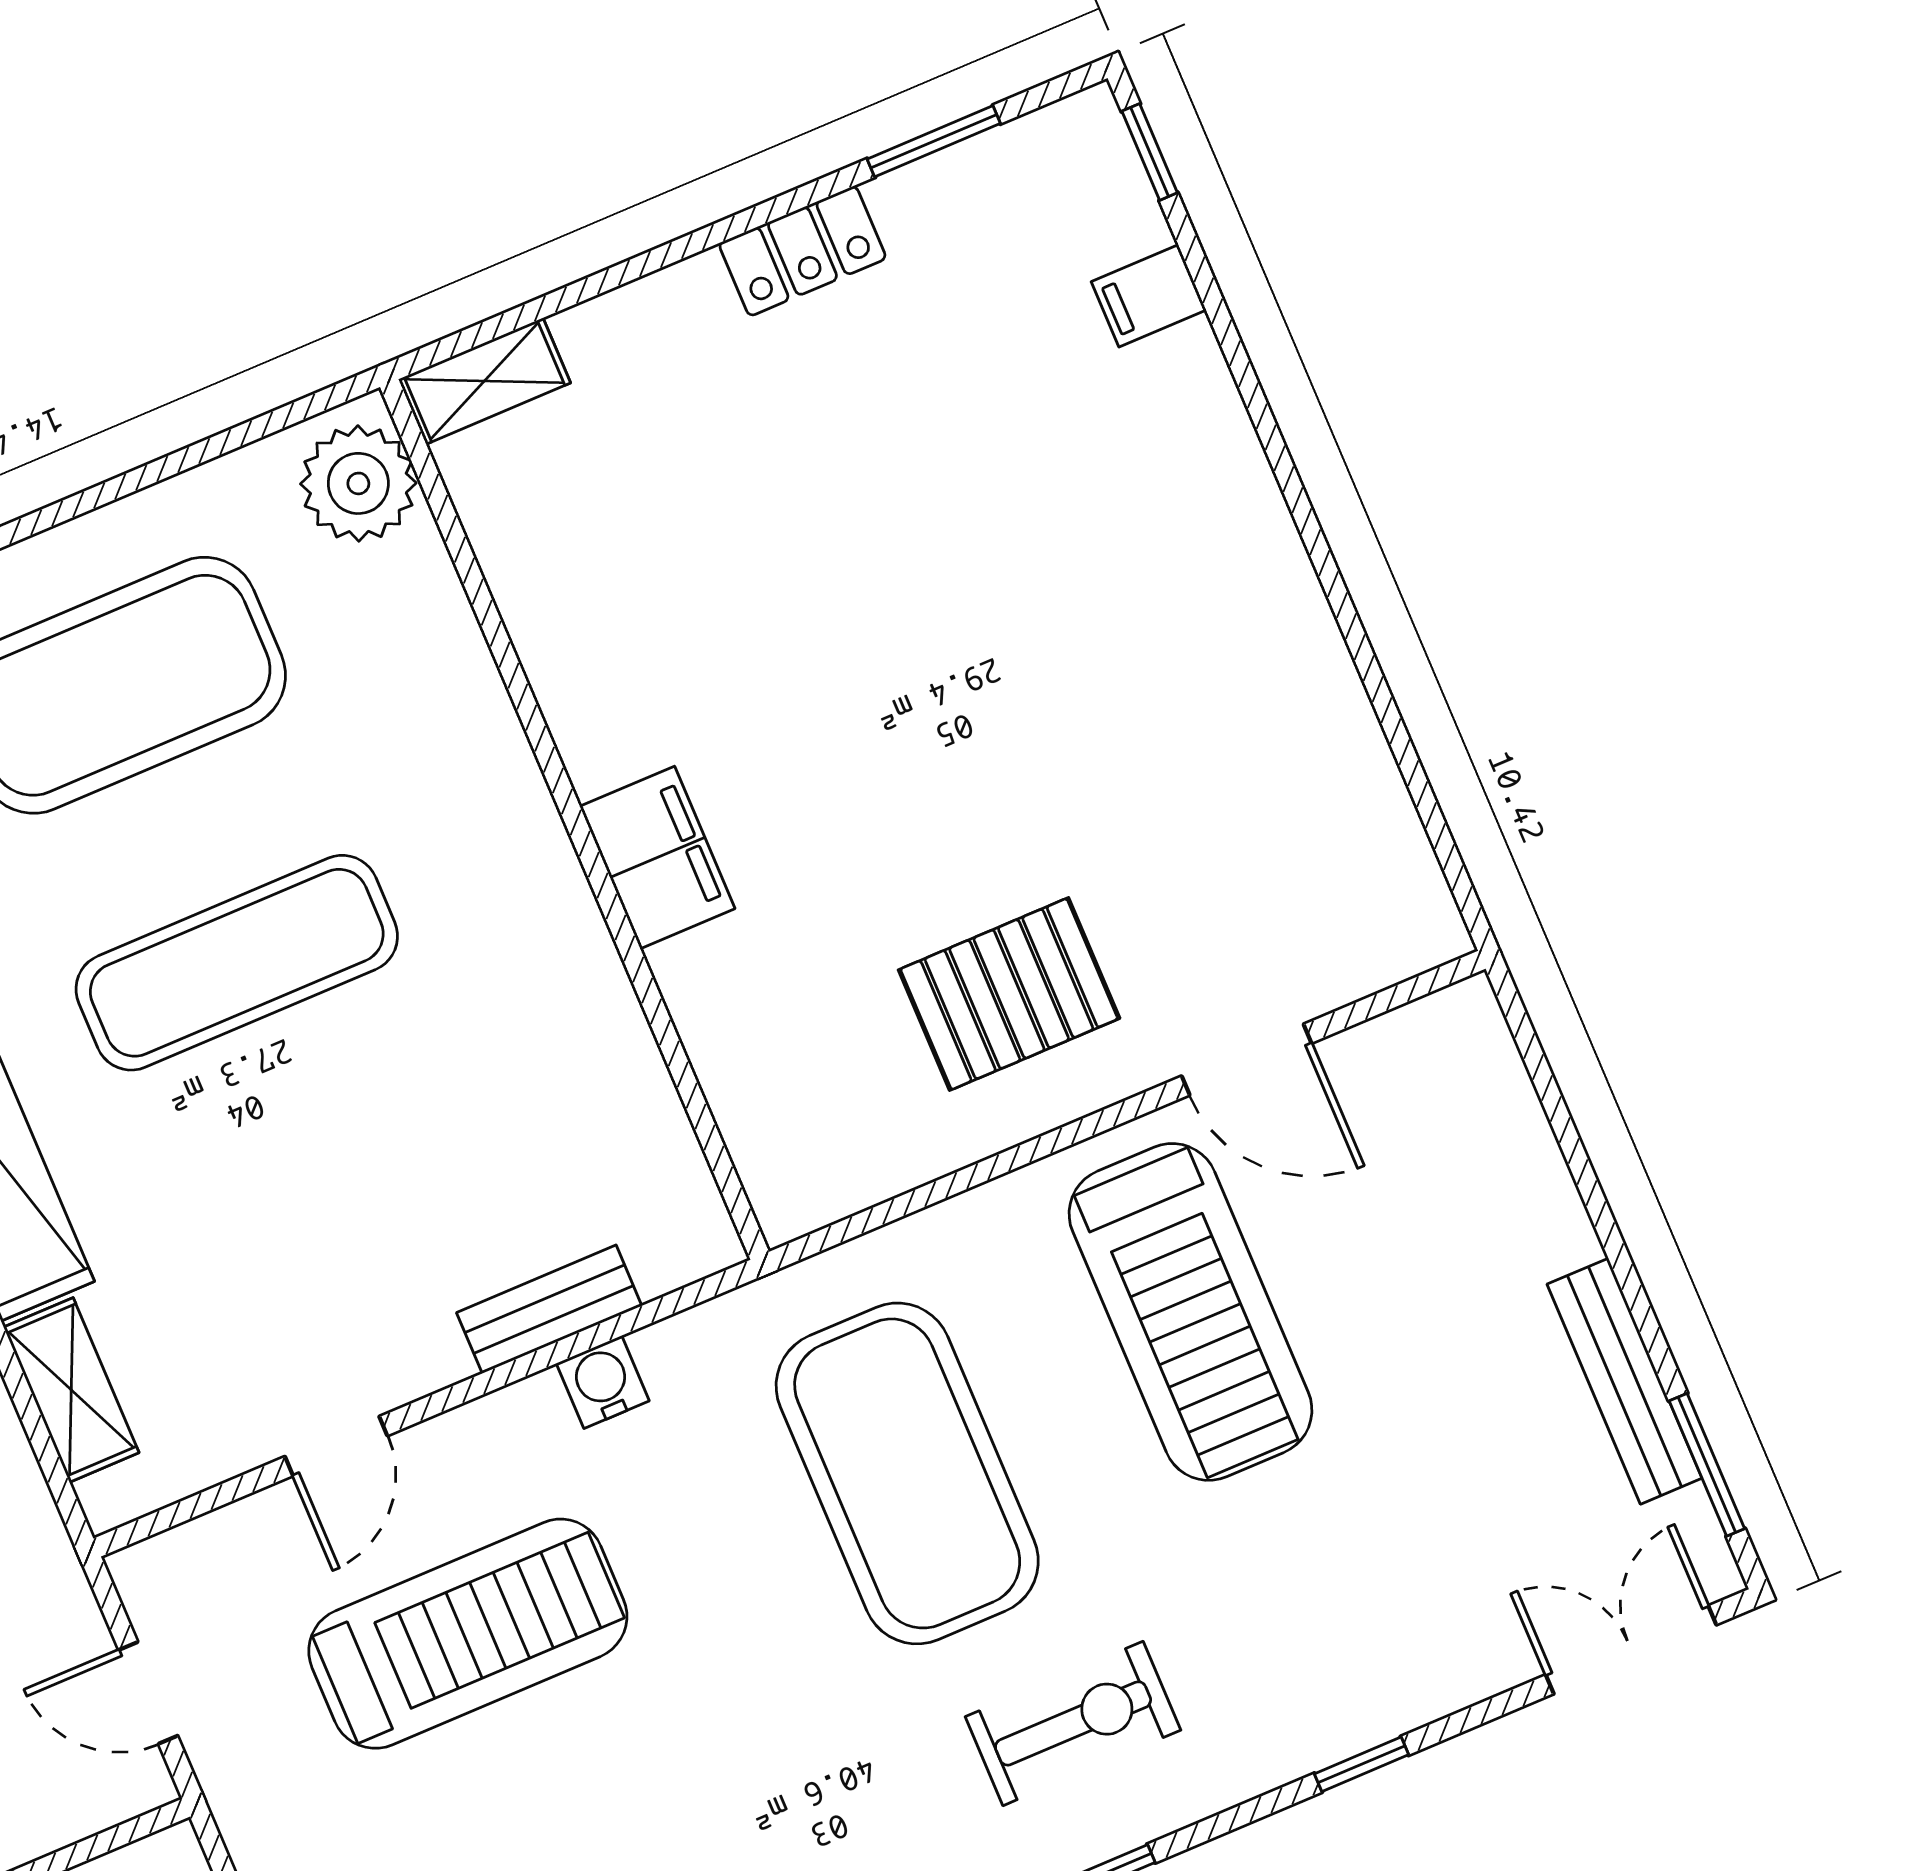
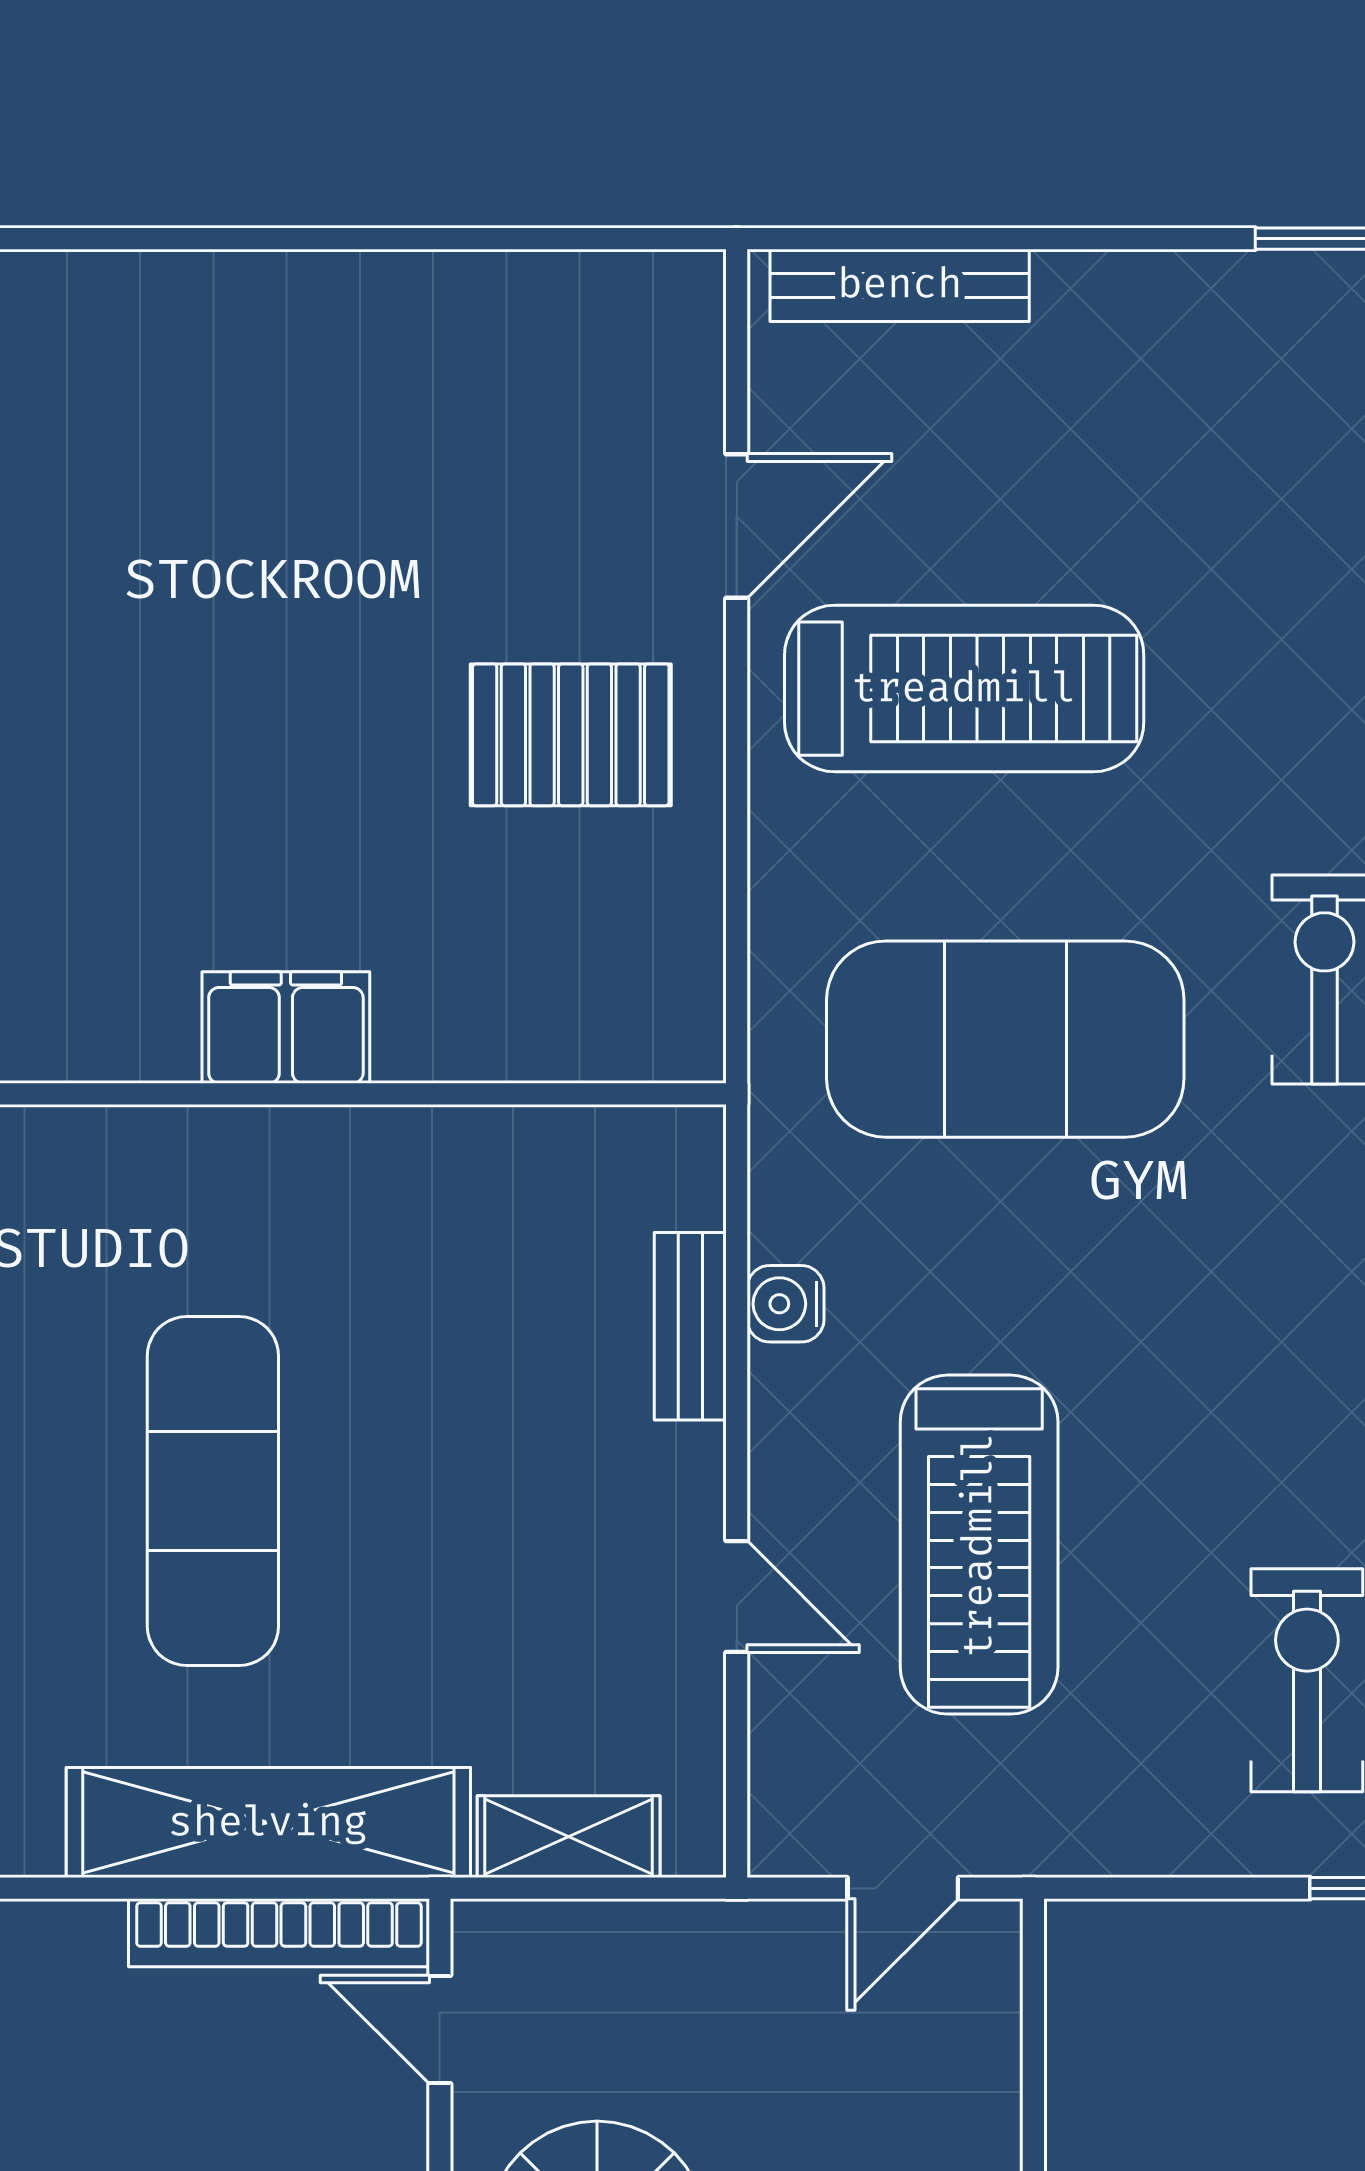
pallet: (1009, 994) -> (571, 735), turned 90
bench: (1625, 1381) -> (900, 285), moved
treadmill: (468, 1634) -> (979, 1545), turned 180

